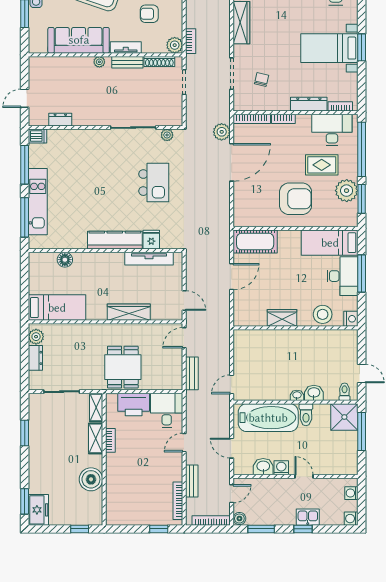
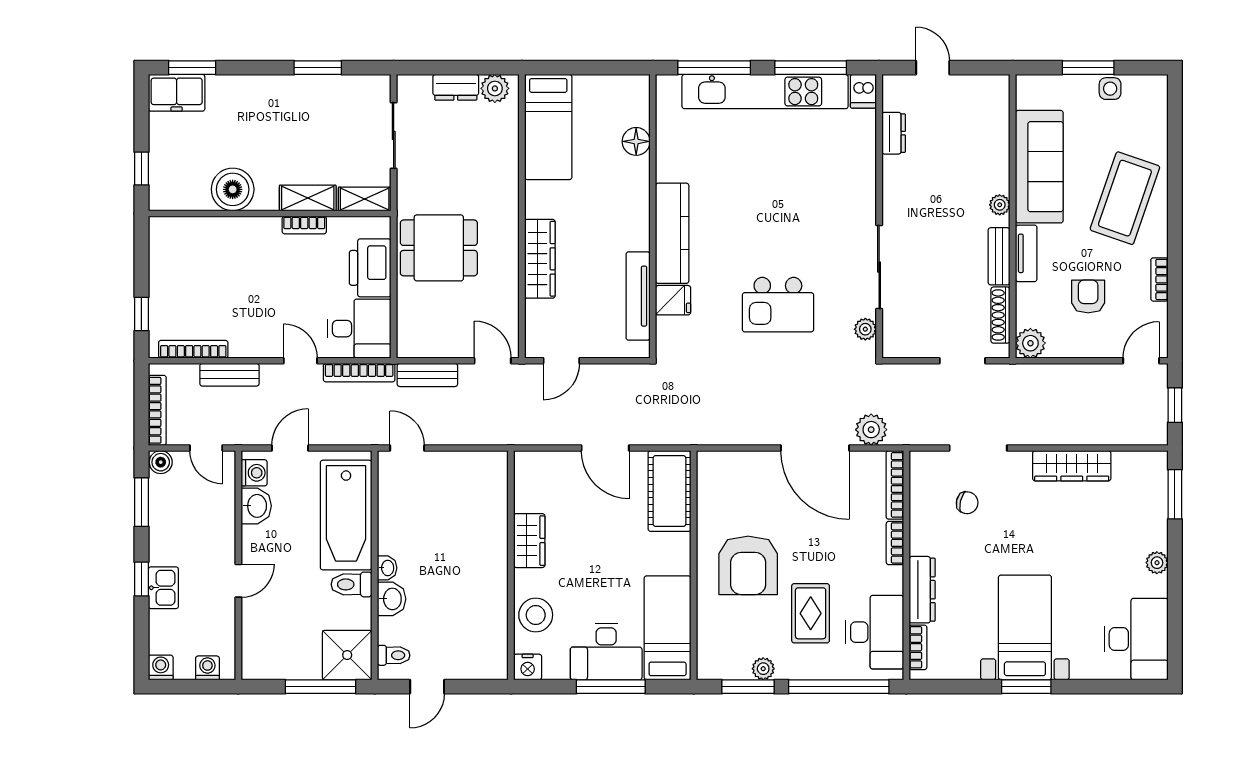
bookcase: (191, 41) -> (359, 373), moved, width x1.56
plant: (347, 191) -> (763, 669), width x0.53, depth x0.53
kitchen unit: (38, 202) -> (765, 92), width x1.36
washing machine: (281, 468) -> (254, 473), moved

